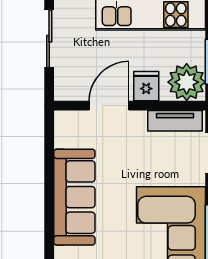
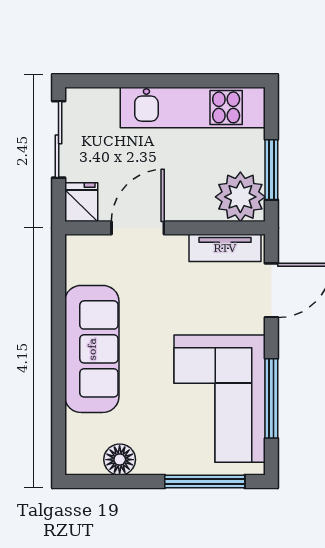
fridge: (146, 86) -> (81, 202), moved

